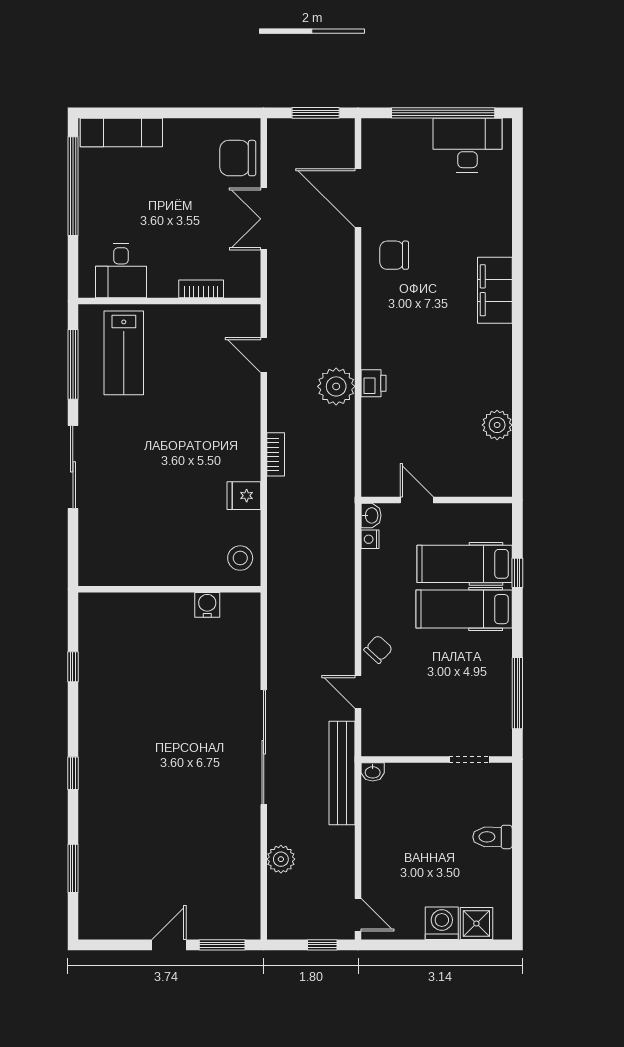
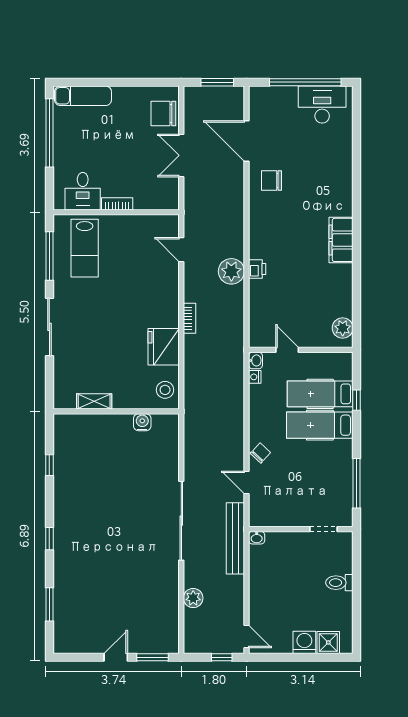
bookcase: (201, 289) -> (117, 204), moved
filing cabinet: (495, 290) -> (341, 240), moved
plant: (497, 425) -> (343, 328), moved
fridge: (244, 496) -> (164, 347), width x1.88, depth x1.34
shelving: (138, 575) -> (94, 401), added

